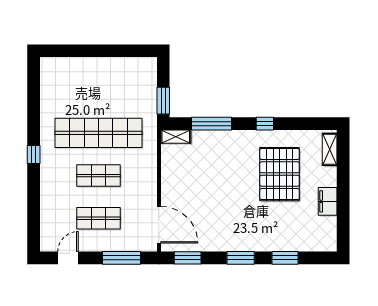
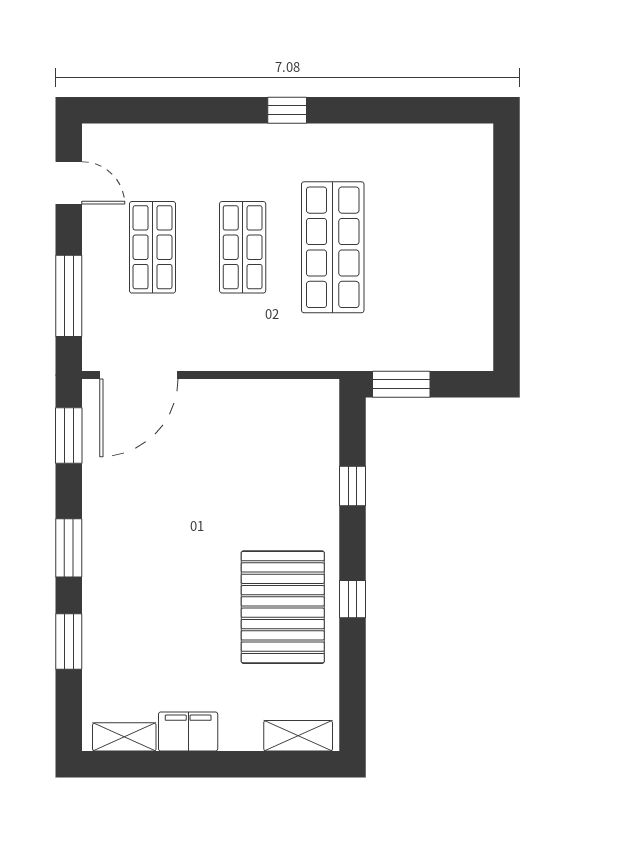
window: (211, 124) -> (353, 486), width x0.46
shop shelf: (98, 133) -> (333, 247), width x0.71
shelving: (176, 137) -> (124, 737), moved, turned 90
pallet: (280, 174) -> (283, 607), moved, turned 90

